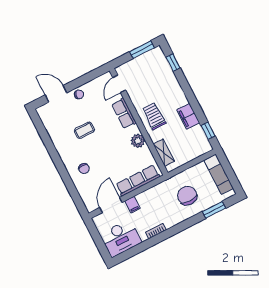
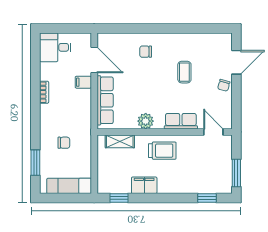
chair: (187, 196) -> (64, 143), width x0.54, depth x0.54
desk: (121, 238) -> (55, 47), width x0.73

